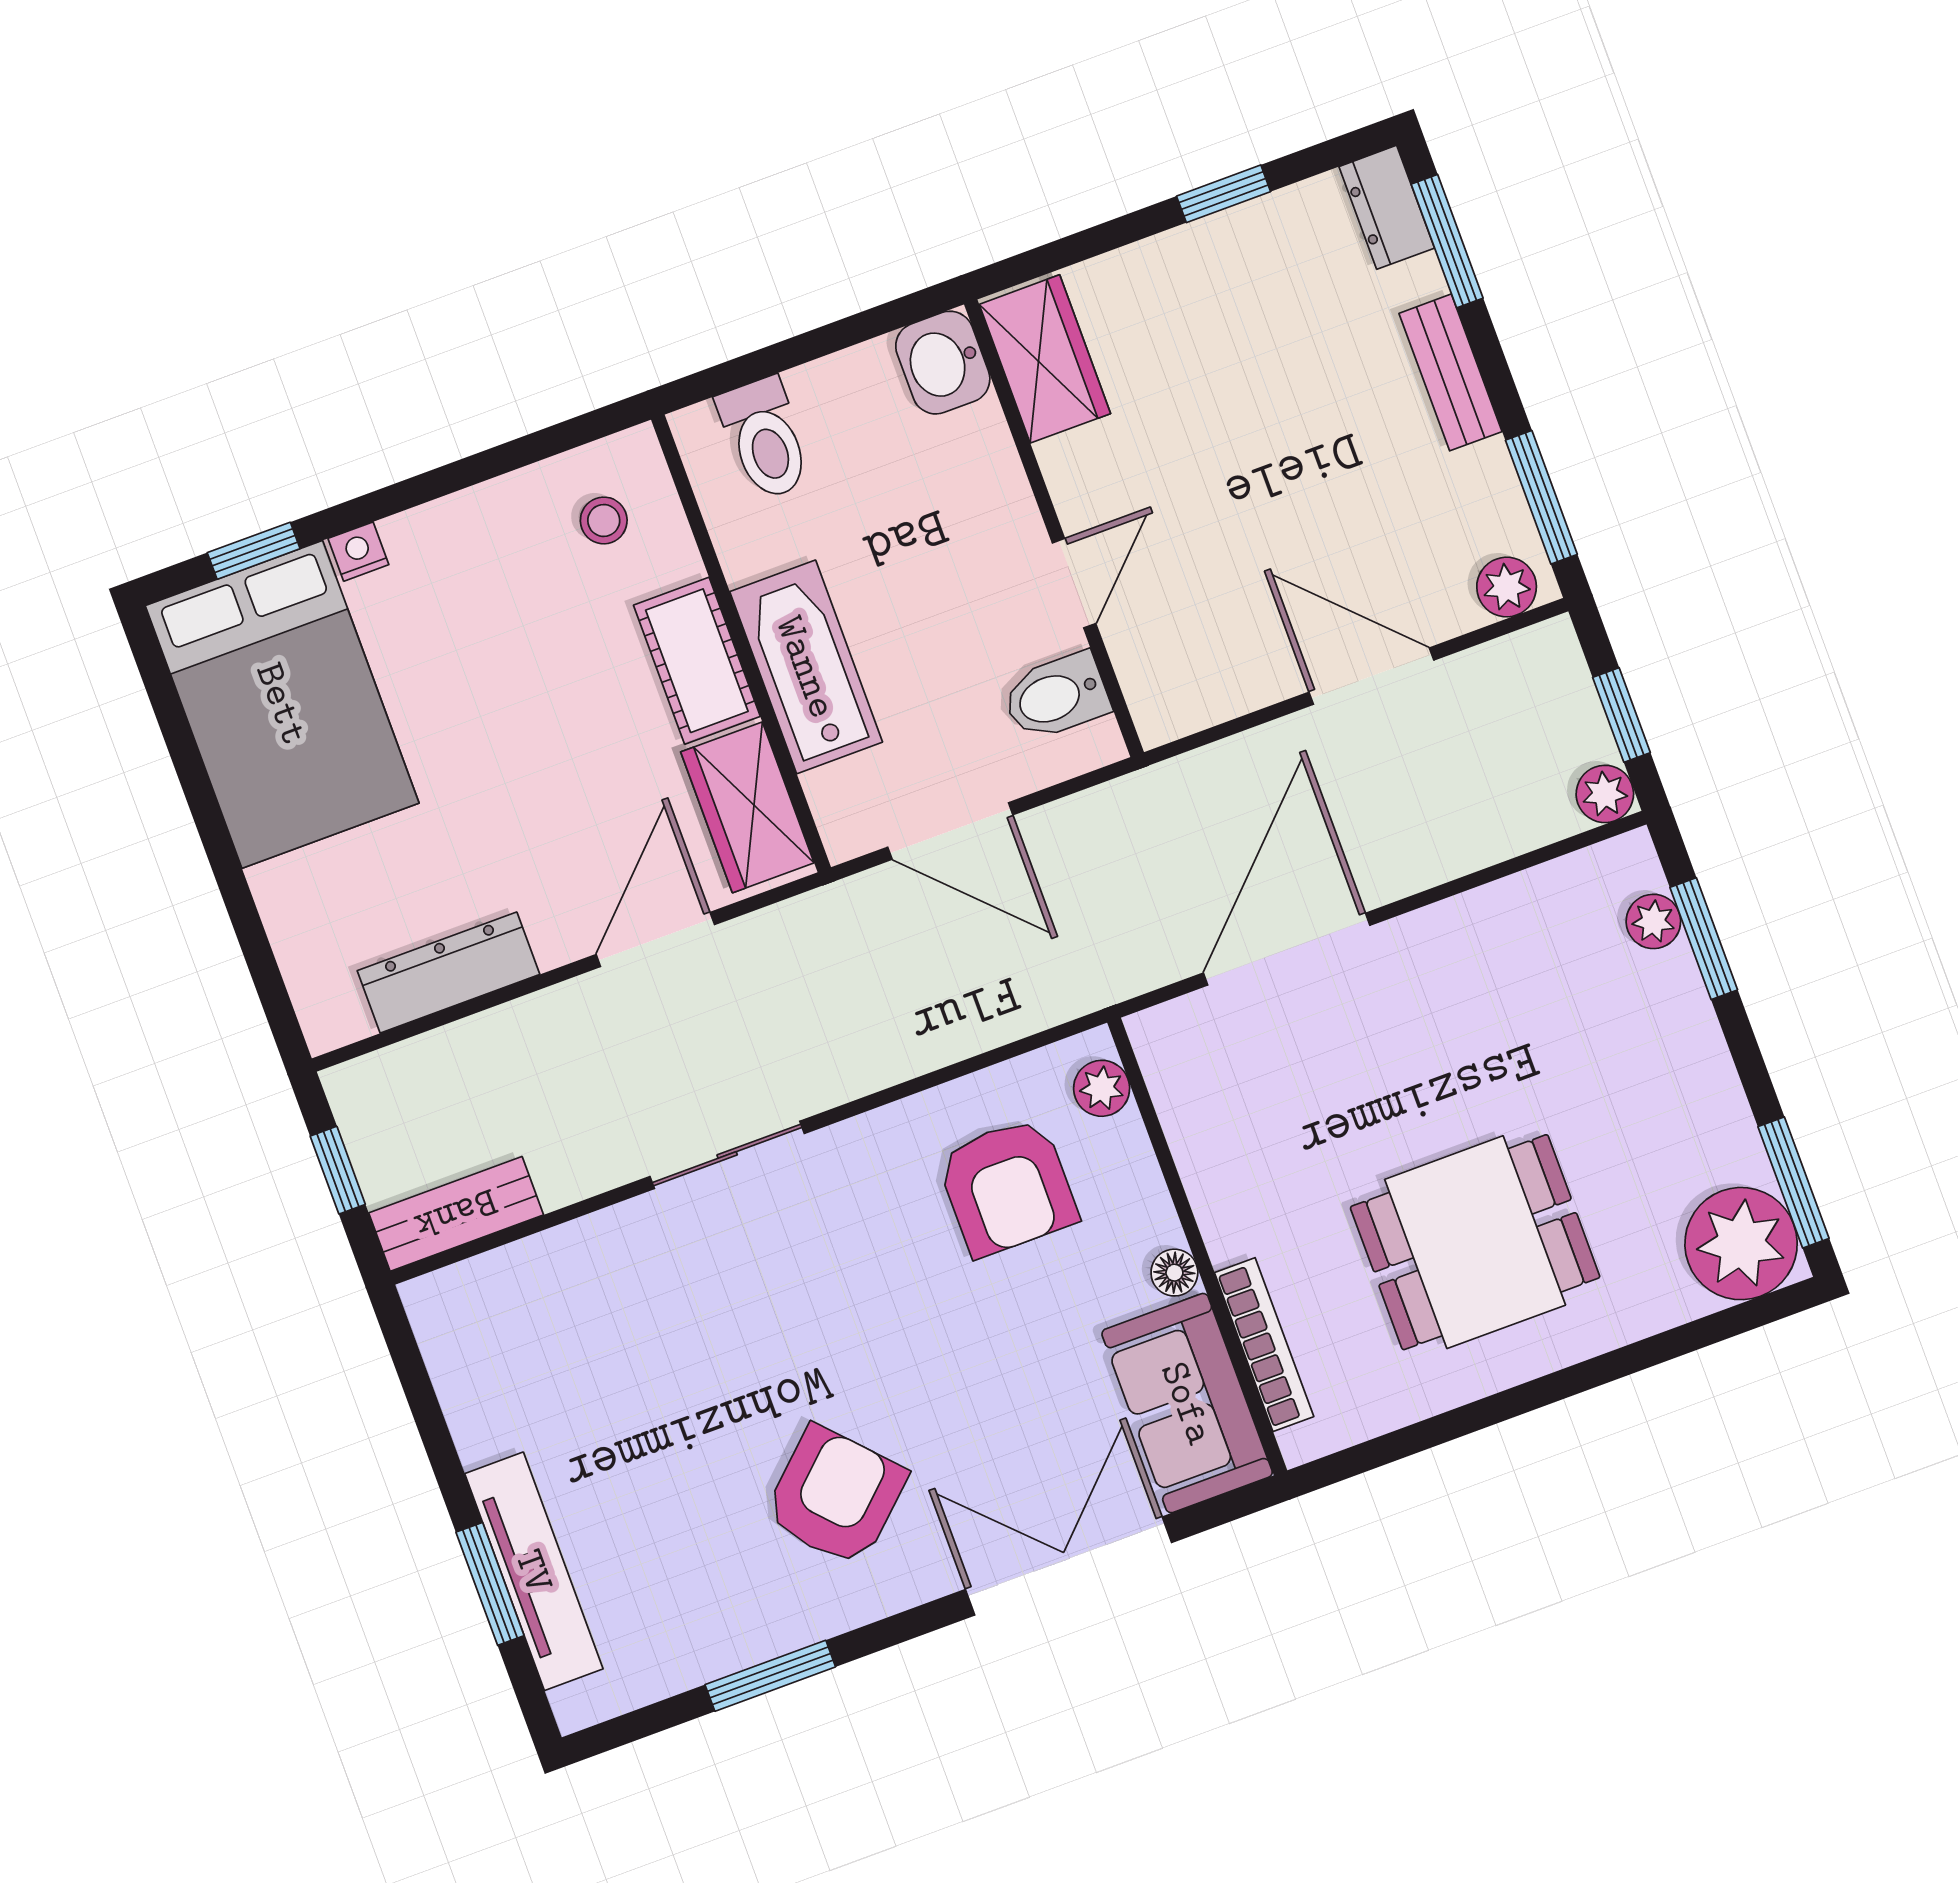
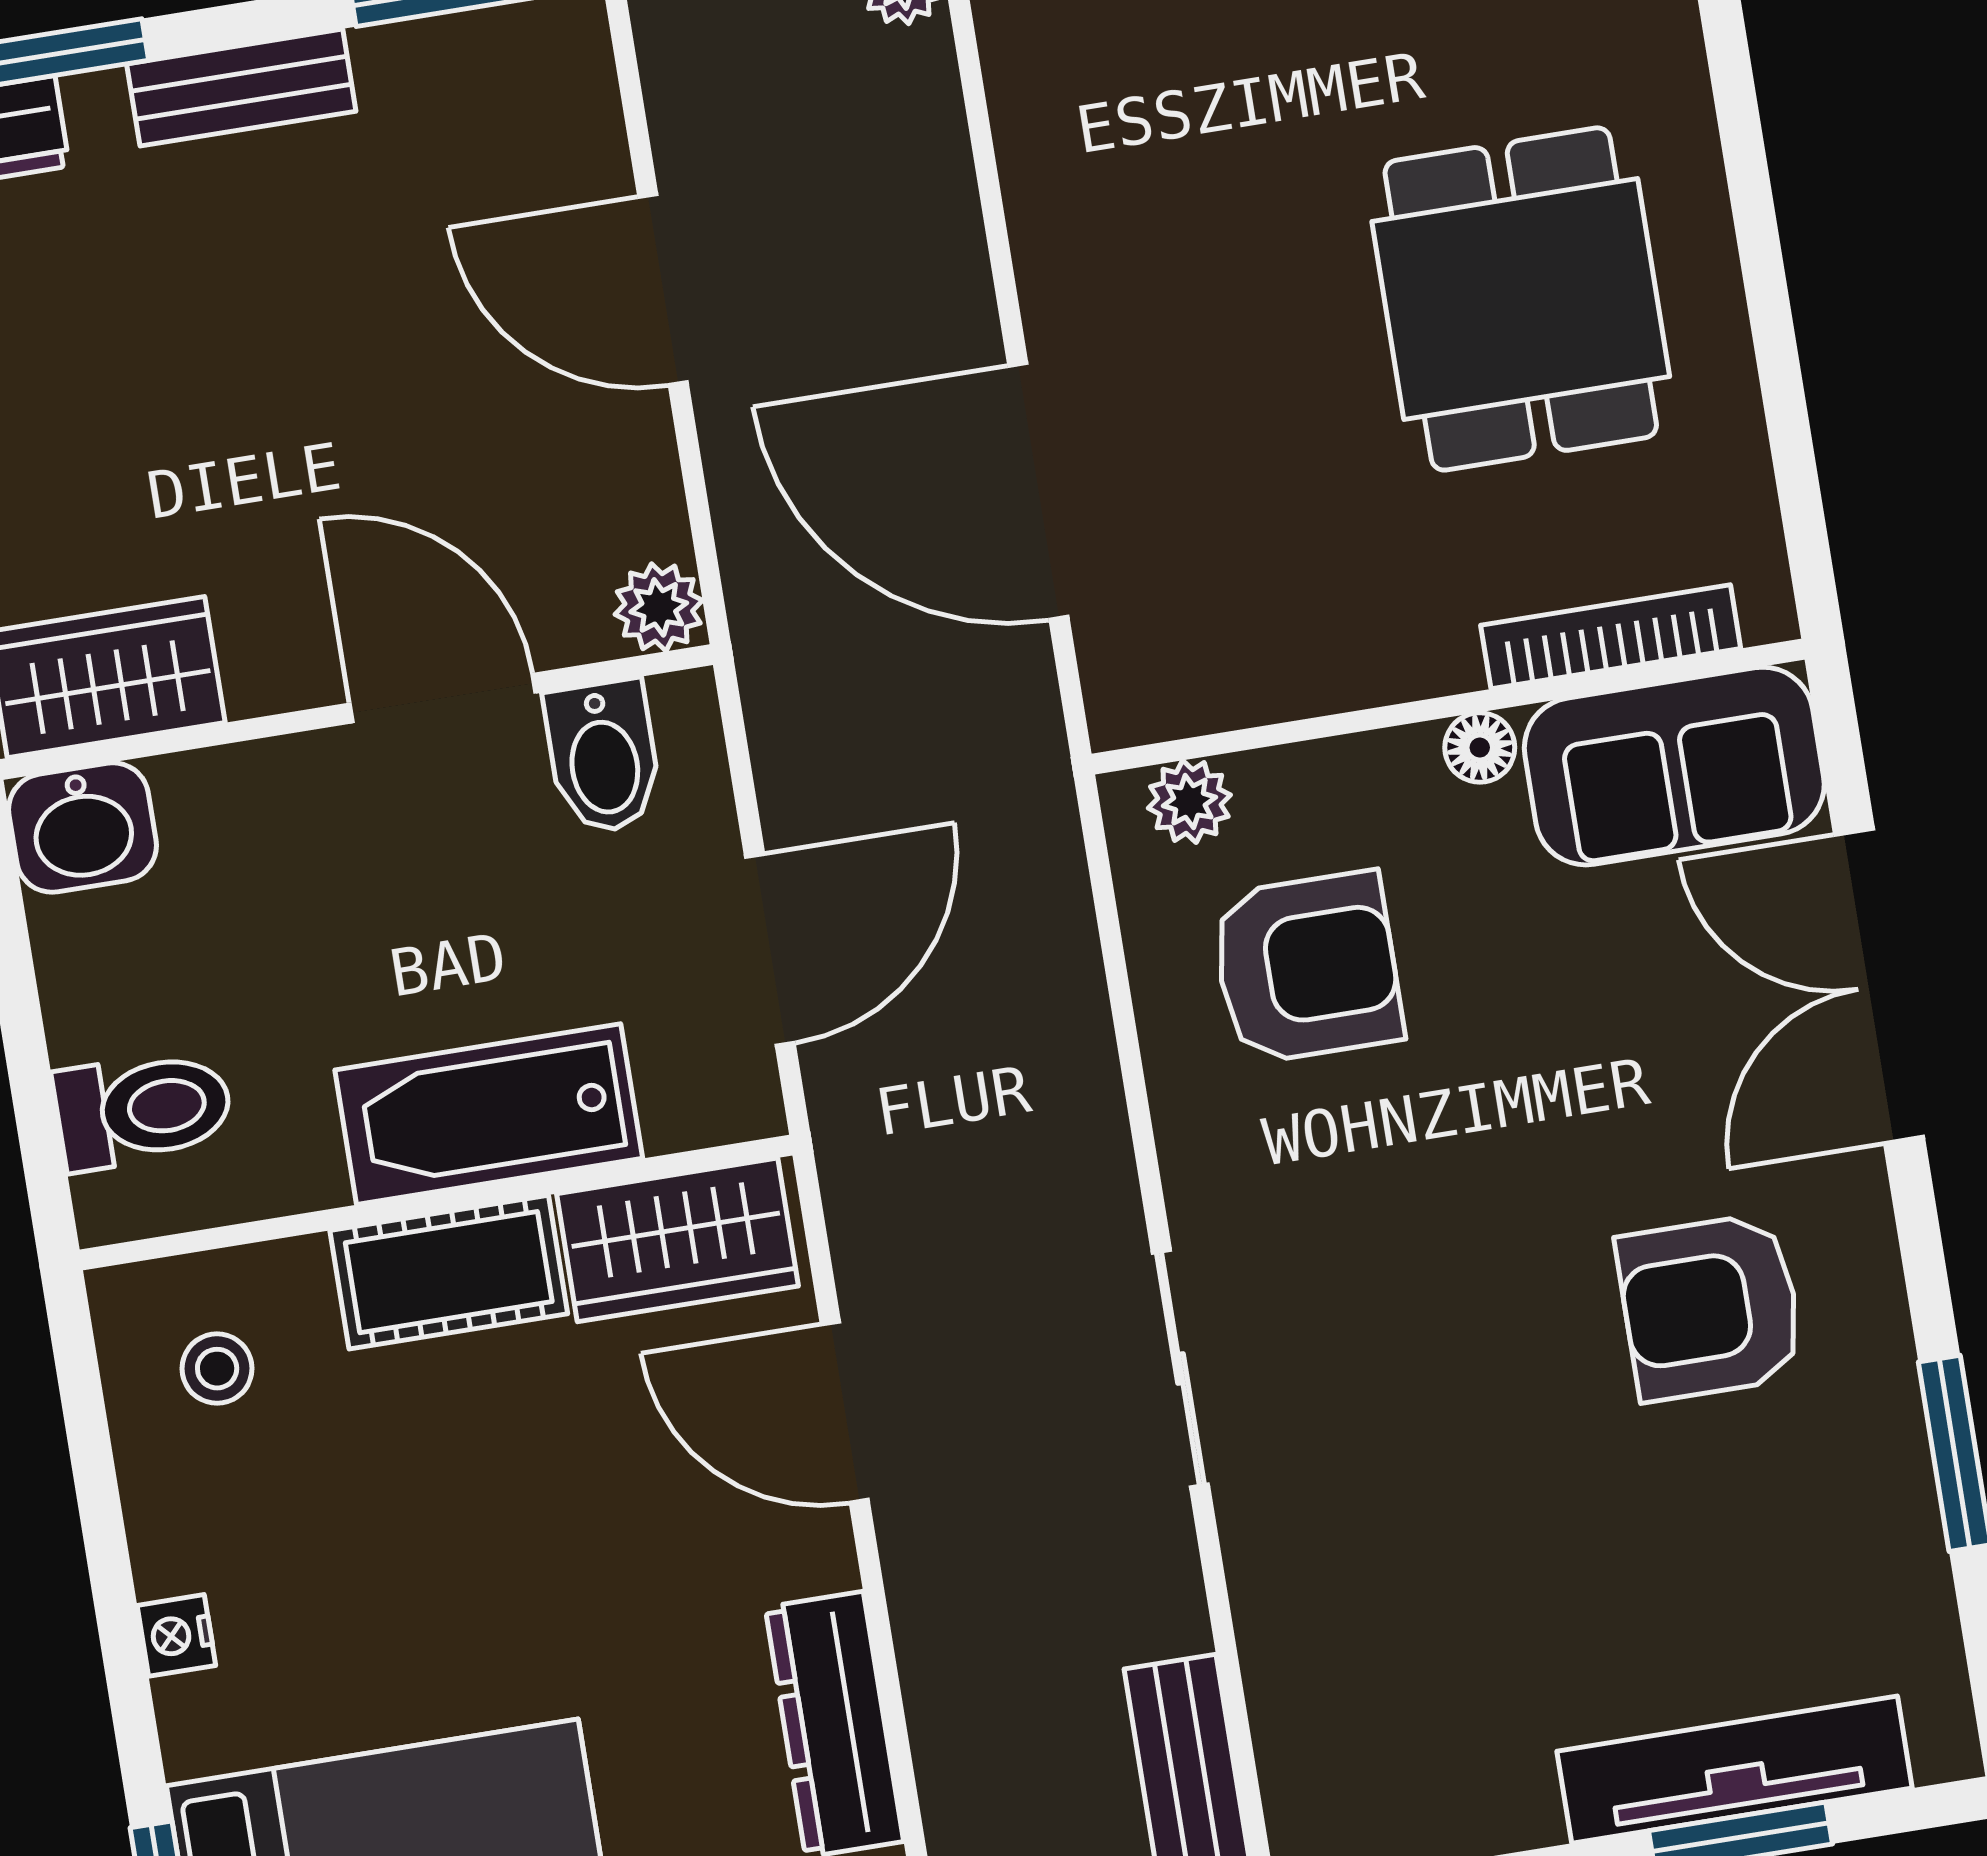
nightstand: (358, 552) -> (176, 1635), moved
door: (1074, 583) -> (443, 698), width x1.38
plant: (1507, 587) -> (659, 607), moved
door: (1371, 676) -> (663, 290), hinge flipped
armchair: (835, 1496) -> (1710, 1307), turned -47

